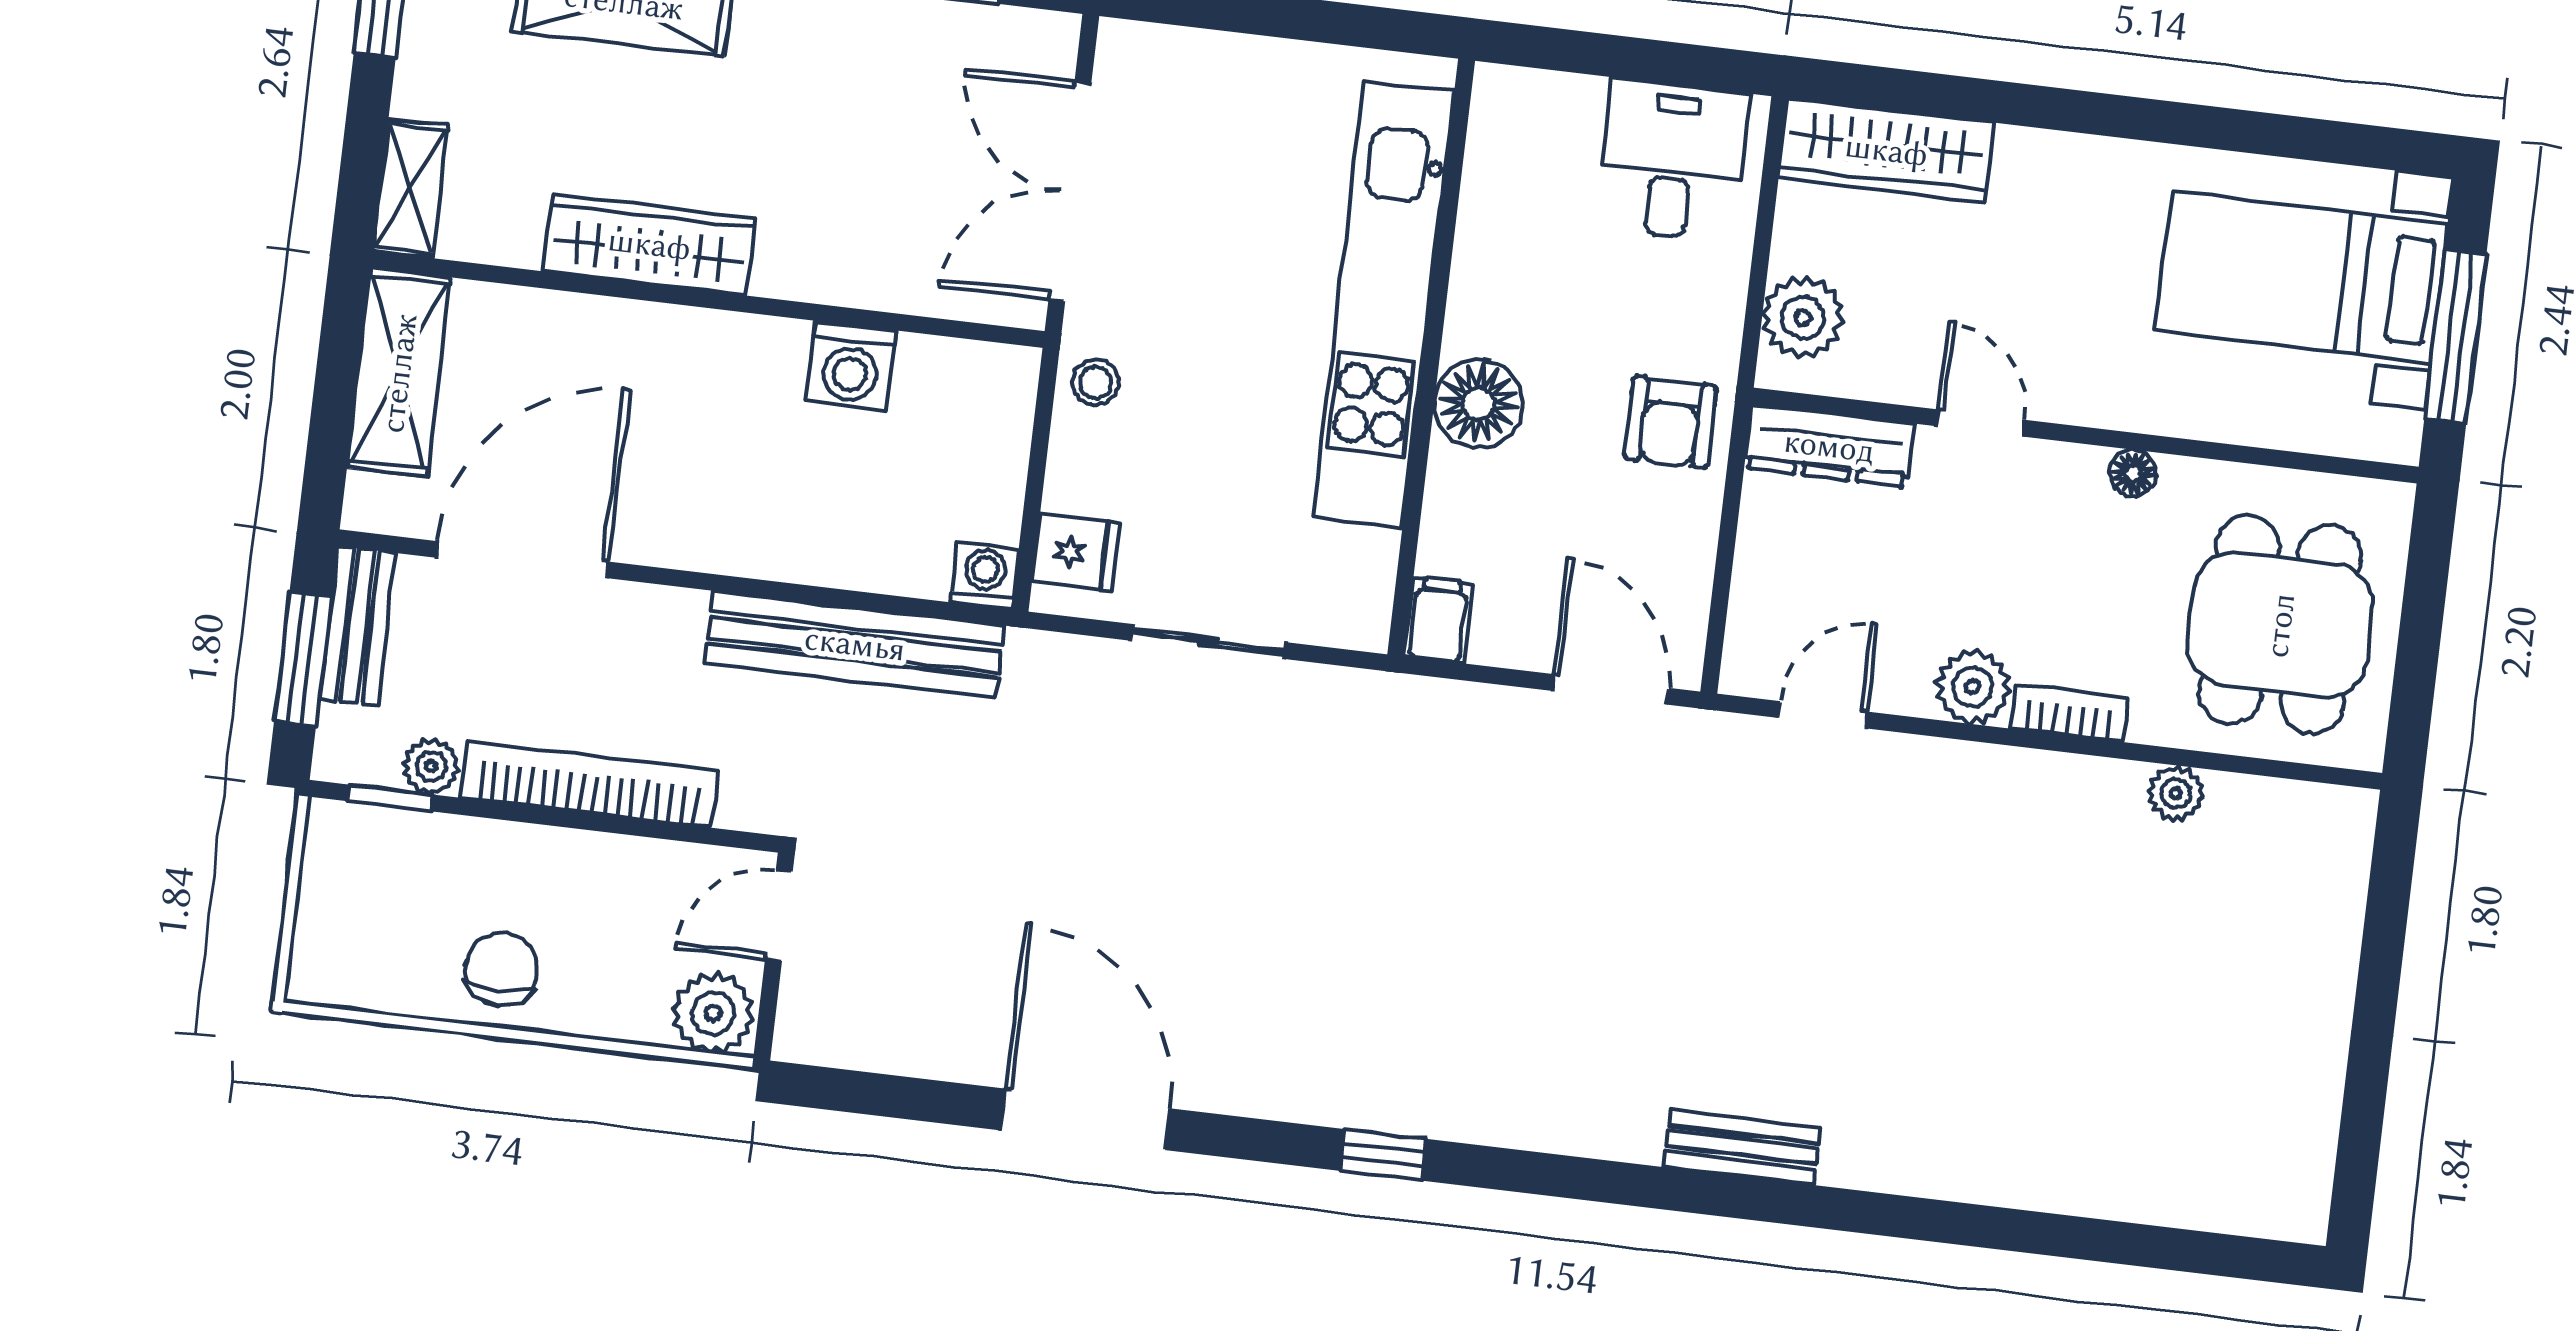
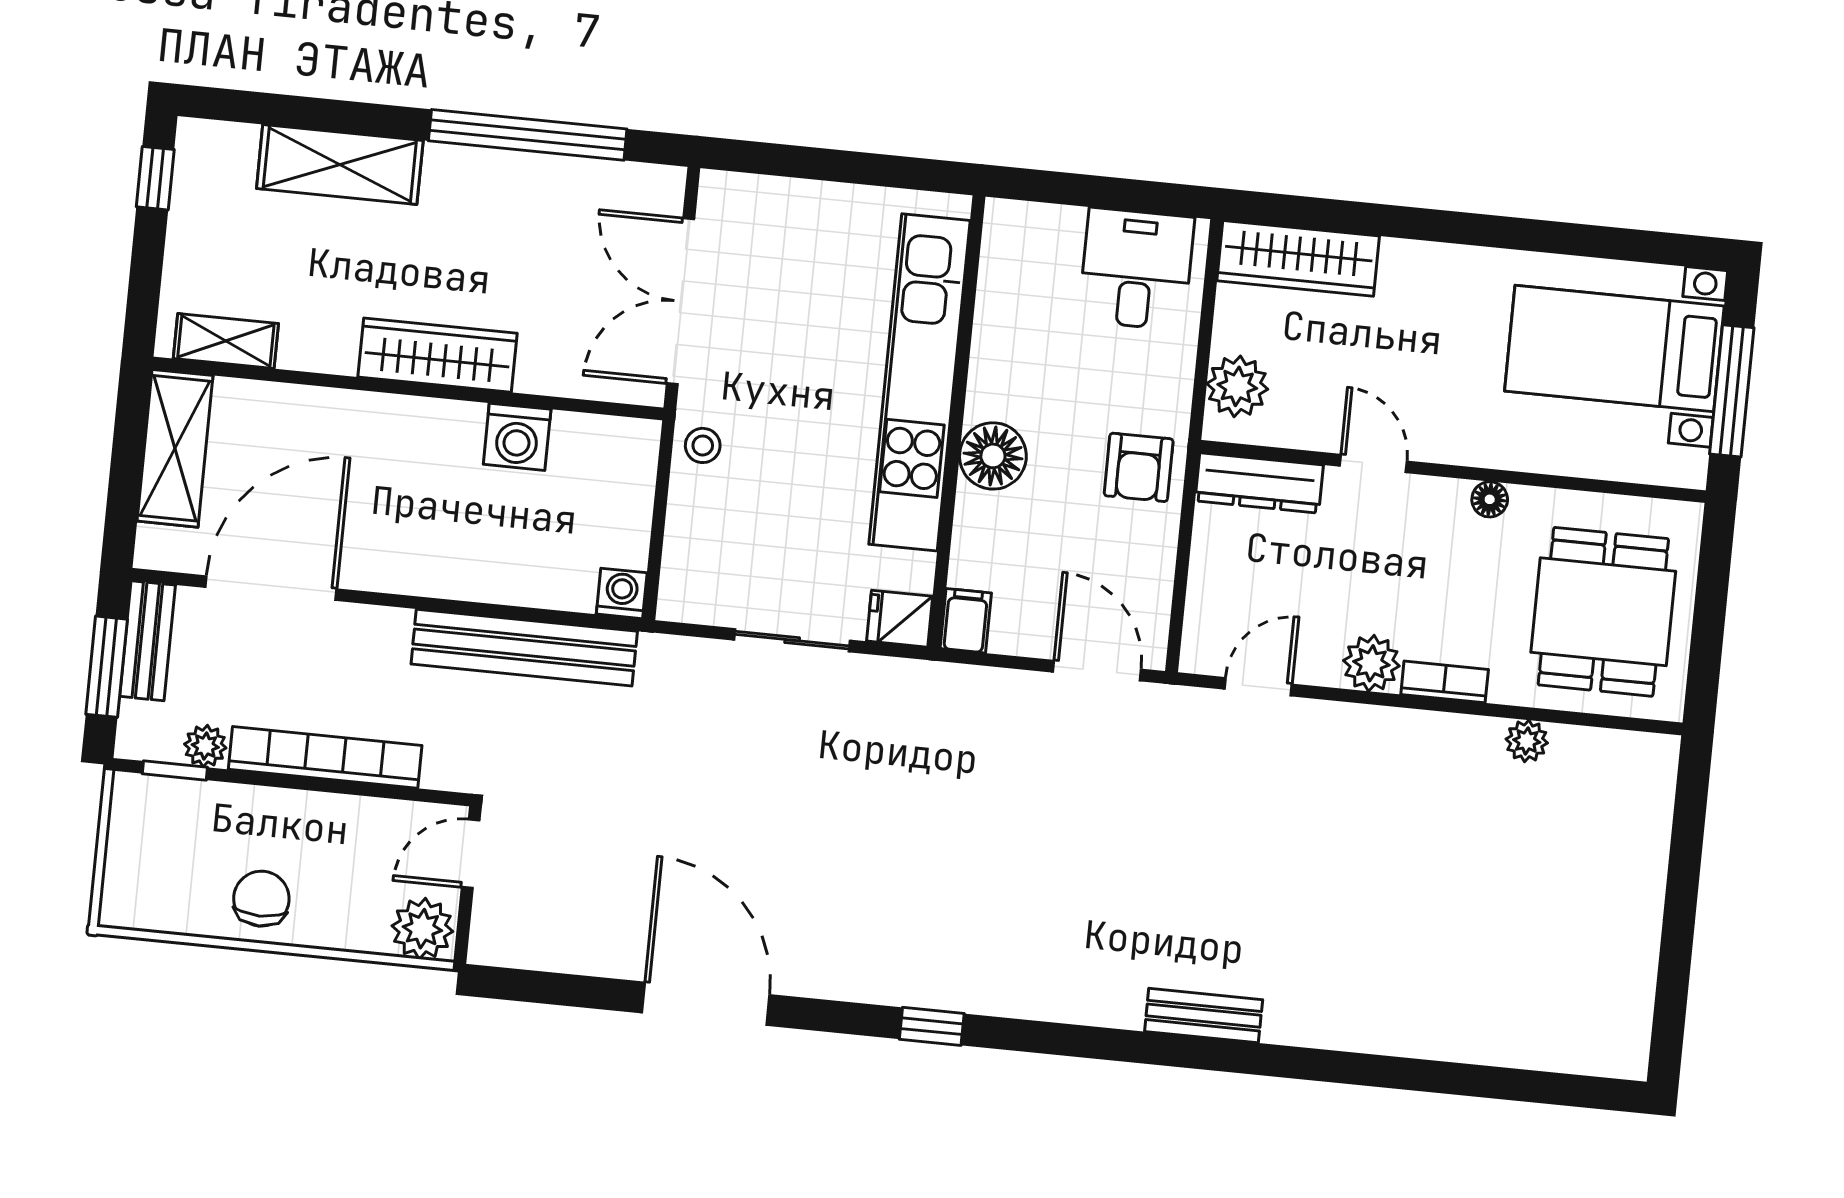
shelving: (410, 188) -> (226, 341), moved, turned 90
wardrobe: (649, 244) -> (437, 355), moved
fridge: (1076, 552) -> (900, 619), moved, turned 180

